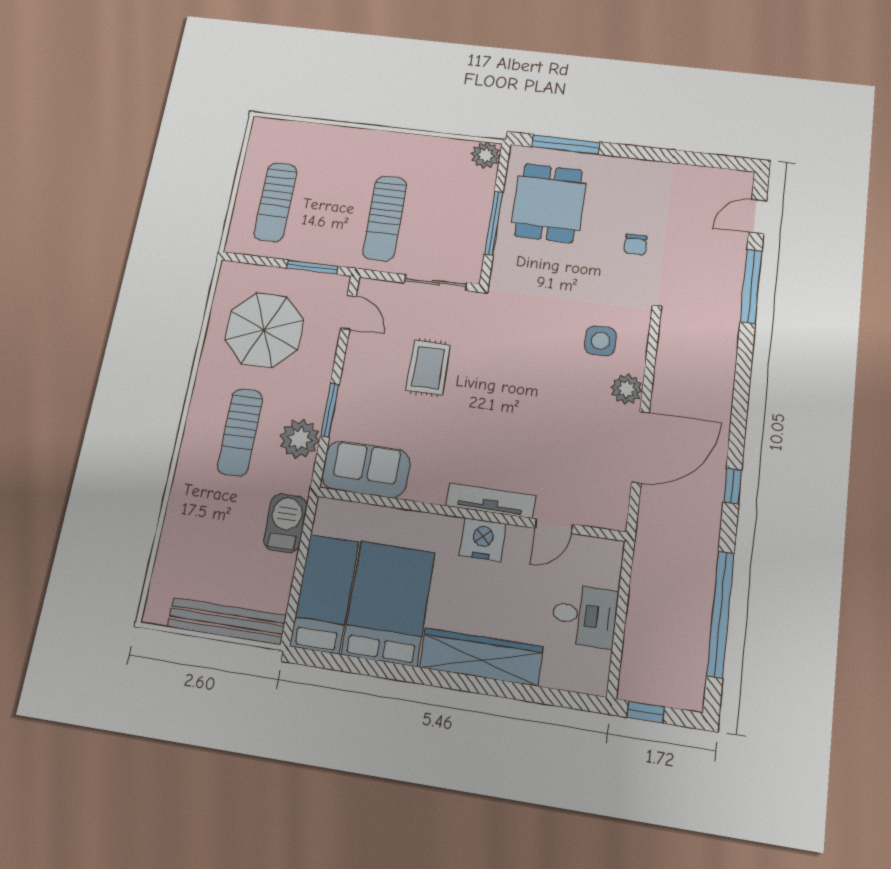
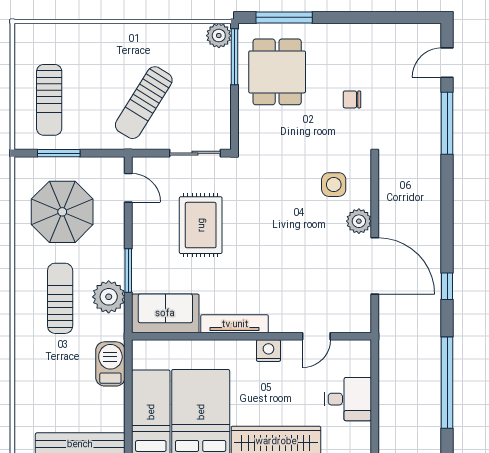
sun lounger: (385, 218) -> (144, 103), turned 32
window: (494, 223) -> (235, 57), moved
chair: (635, 245) -> (352, 99), turned 90
window: (312, 267) -> (59, 153), moved
rug: (428, 368) -> (201, 225), width x1.36, depth x1.43
sun lounger: (240, 432) -> (60, 298), turned 180
door: (640, 447) -> (375, 266), hinge flipped
tv unit: (491, 501) -> (235, 324), moved
nightstand: (483, 539) -> (268, 351), width x0.74, depth x0.75

